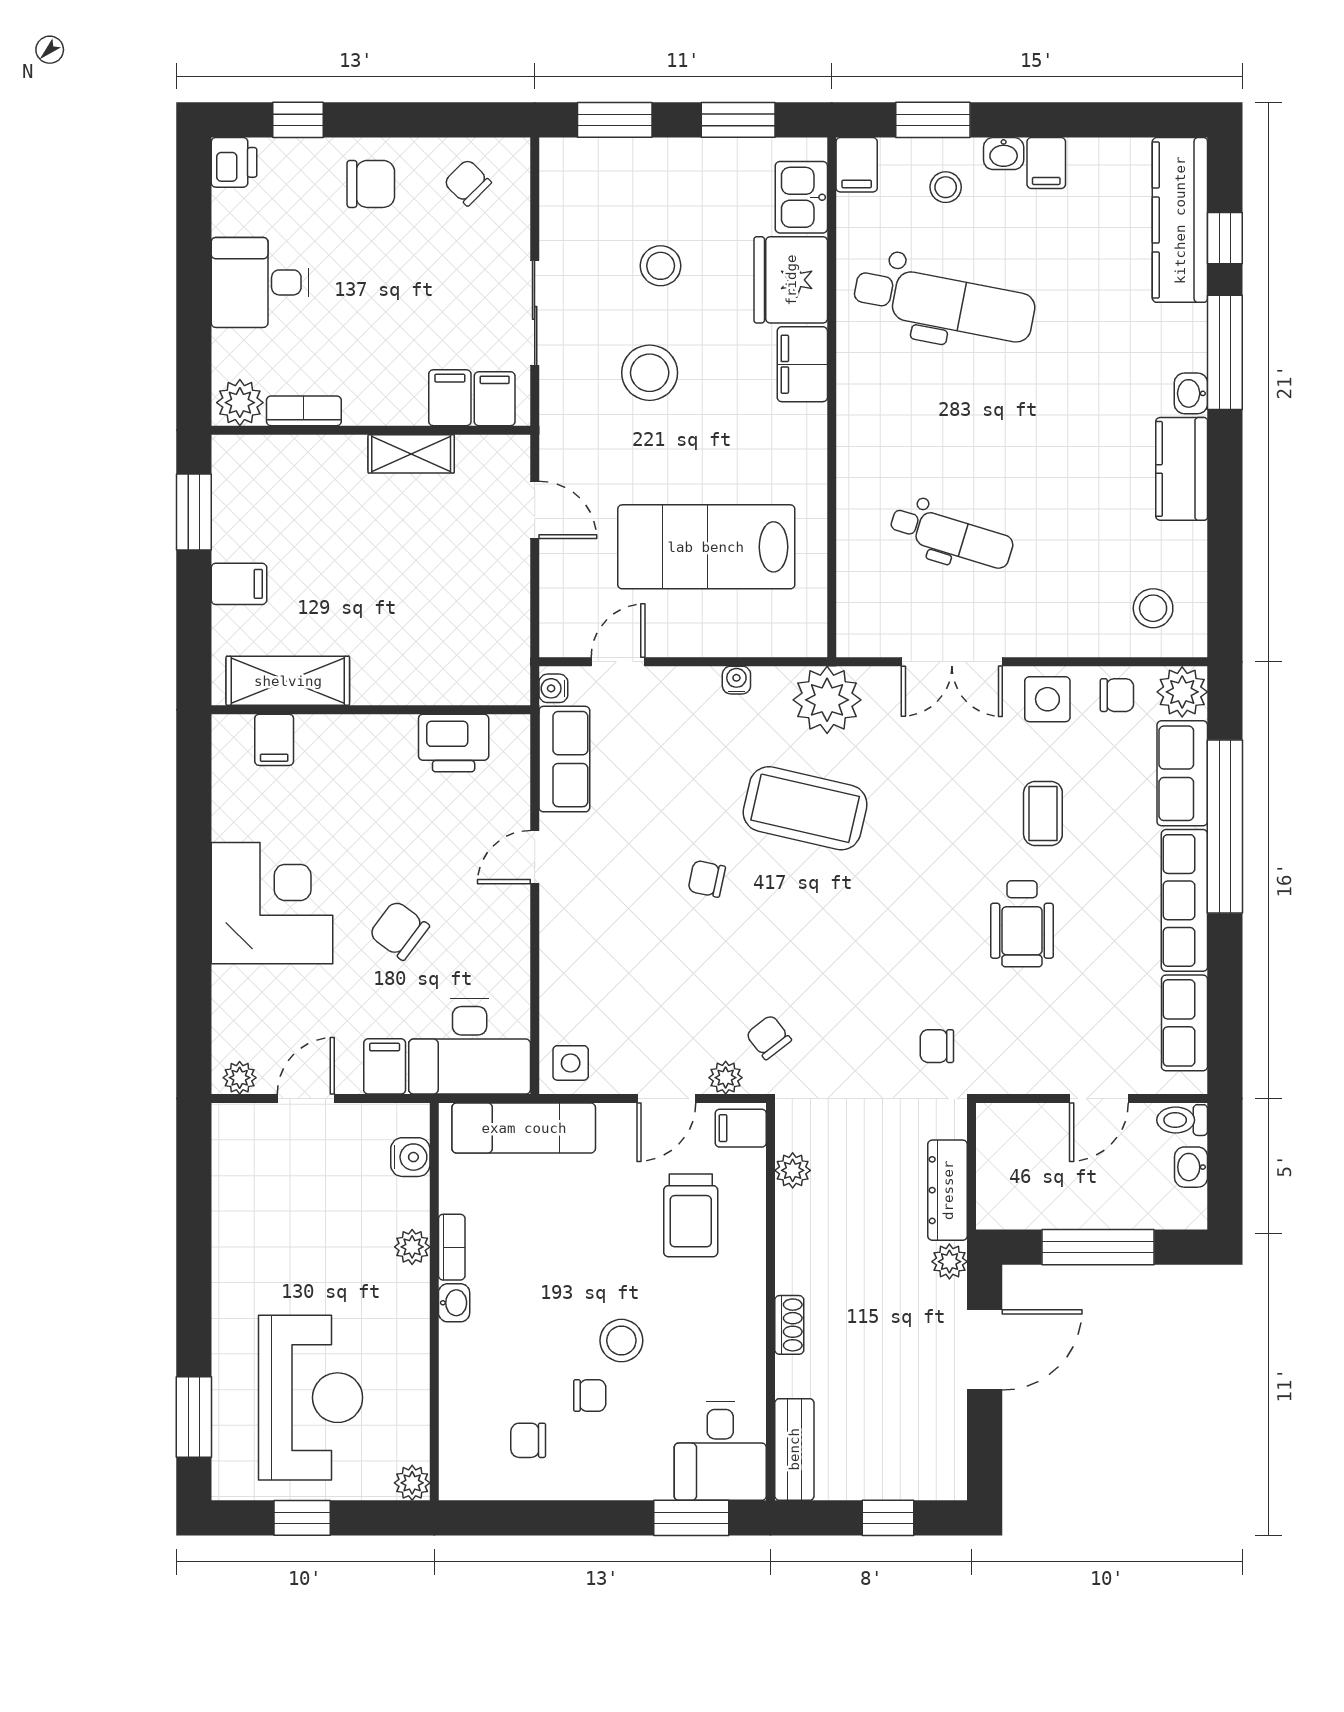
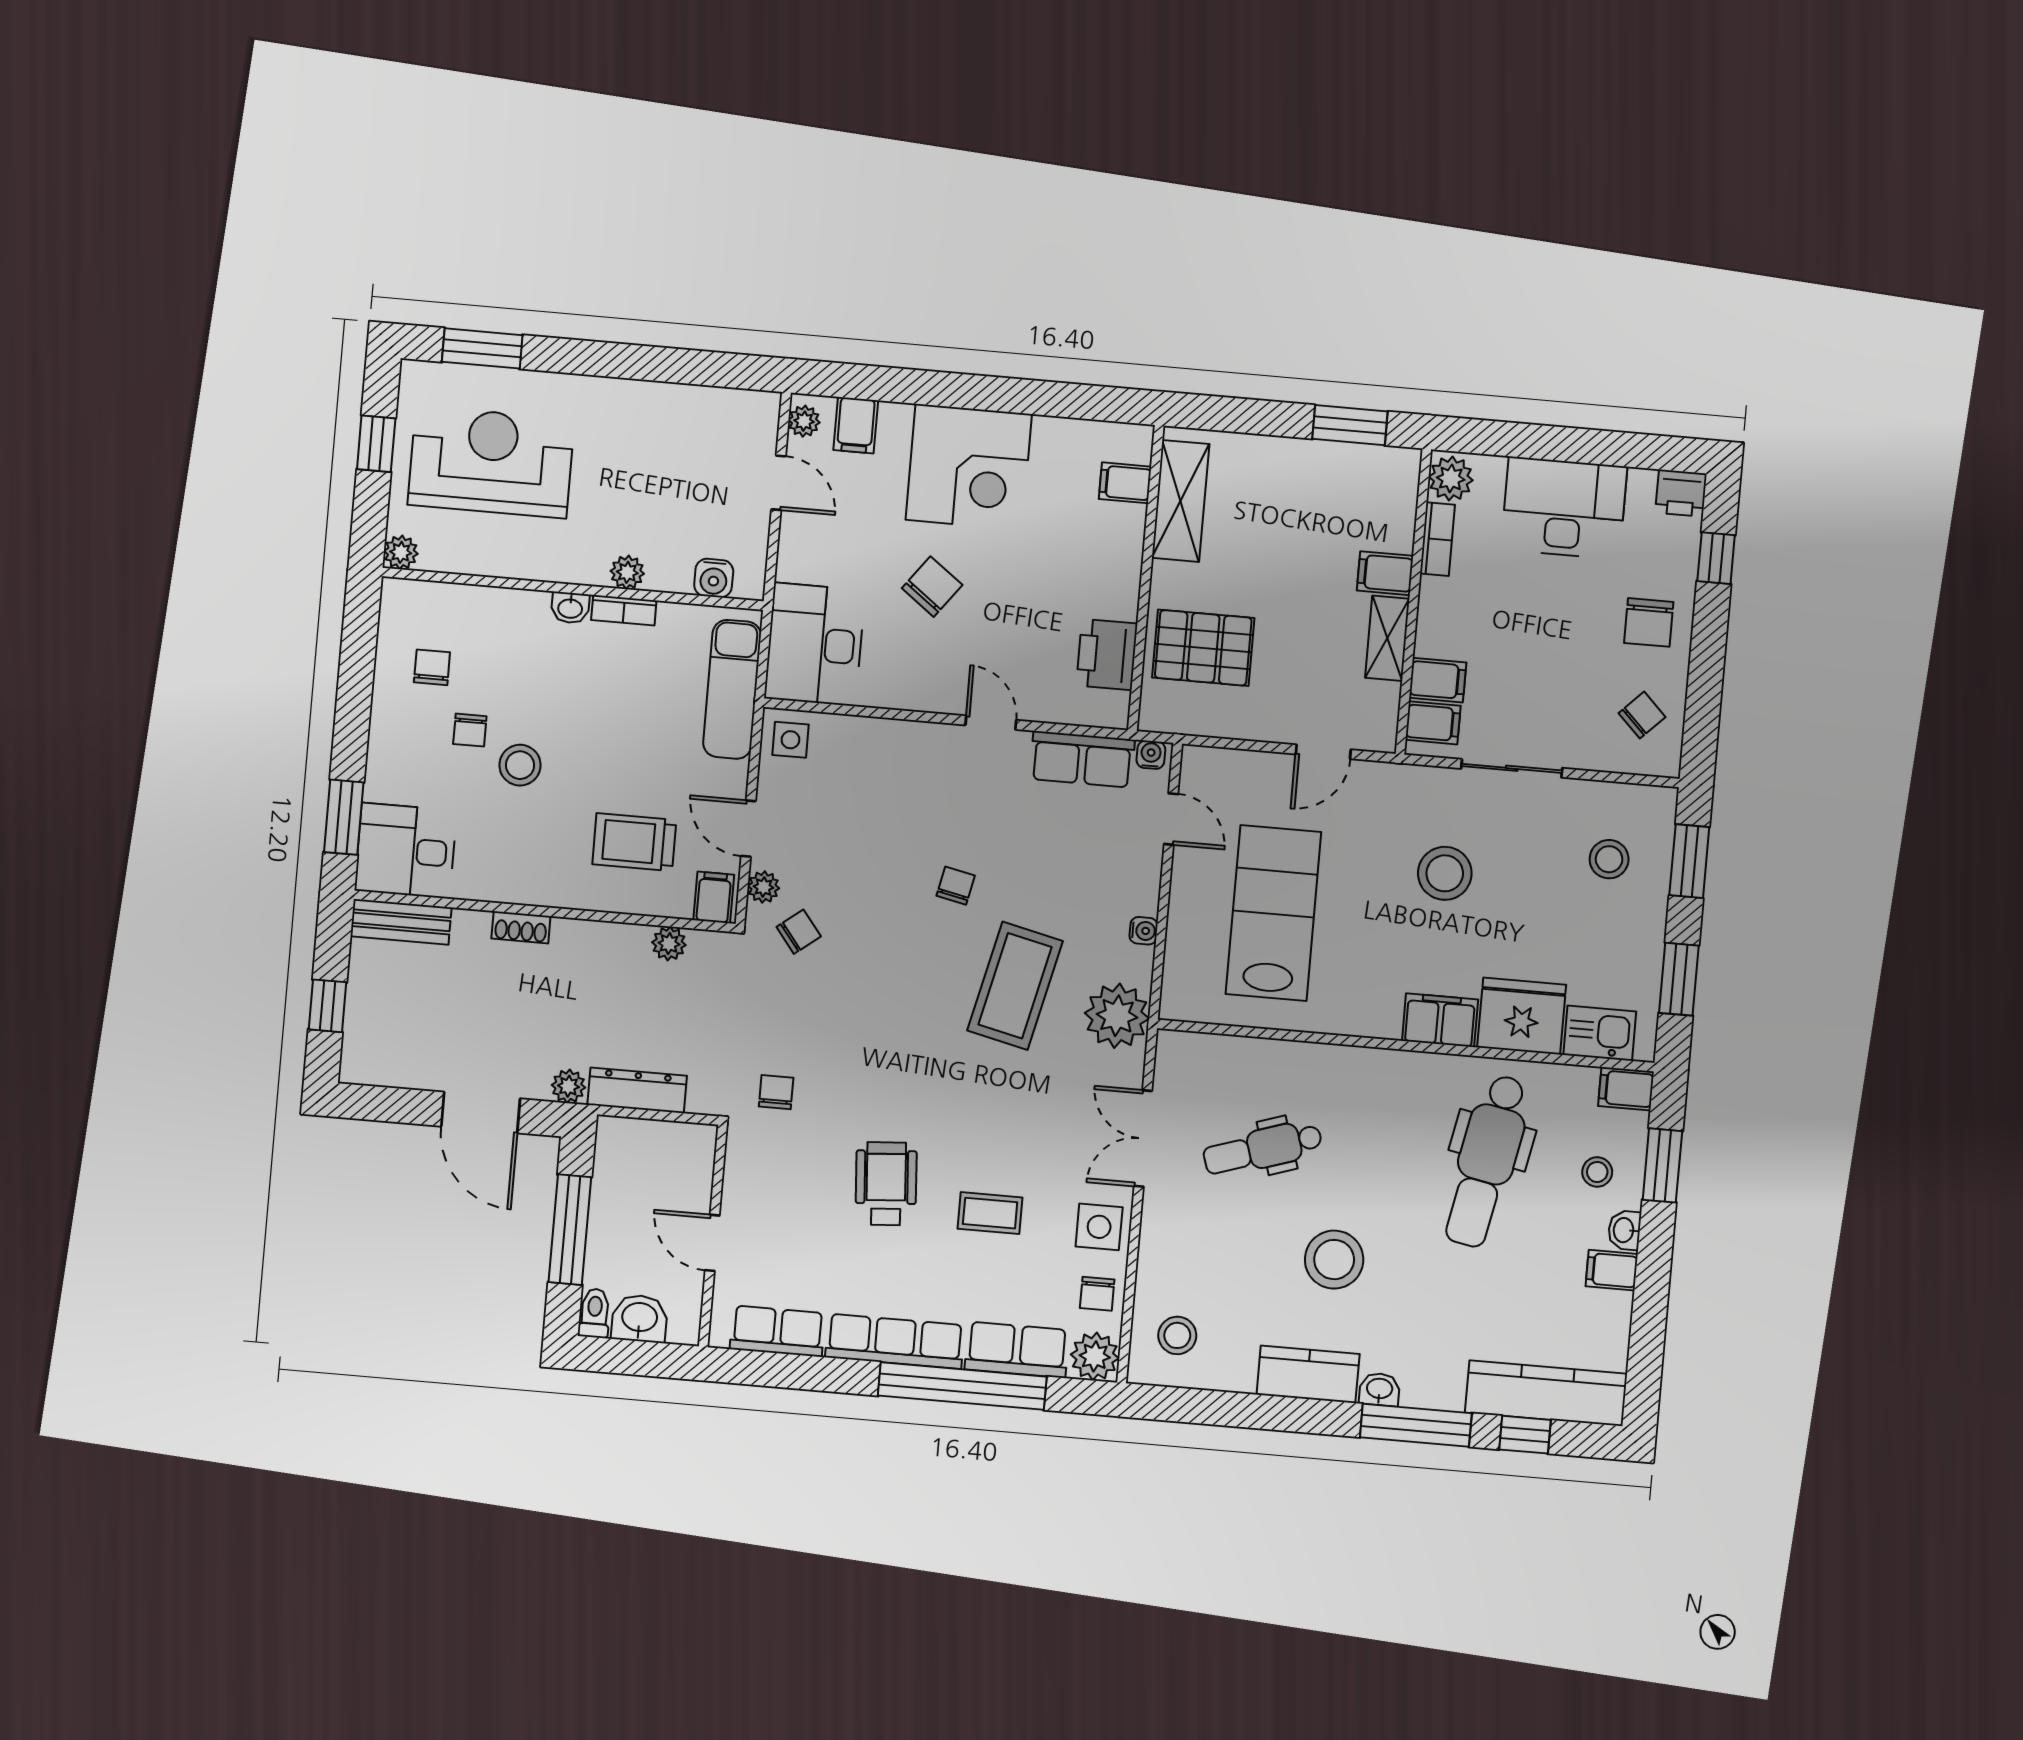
stool: (661, 266) -> (1609, 859), moved
desk: (260, 282) -> (1564, 508), width x1.37
stool: (1060, 452) -> (1334, 1260), added
dental chair: (952, 537) -> (1263, 1149), turned 55
filing cabinet: (239, 584) -> (1385, 573), moved, turned 90
pallet: (438, 644) -> (1203, 648), added
wheelchair: (1022, 924) -> (886, 1184), turned 86
filing cabinet: (385, 1066) -> (856, 425), moved, turned 90
toilet: (1182, 1120) -> (595, 1313), moved
washbasin: (1191, 1167) -> (639, 1318), width x1.38, depth x1.45
reception desk: (311, 1398) -> (491, 462), turned 180

